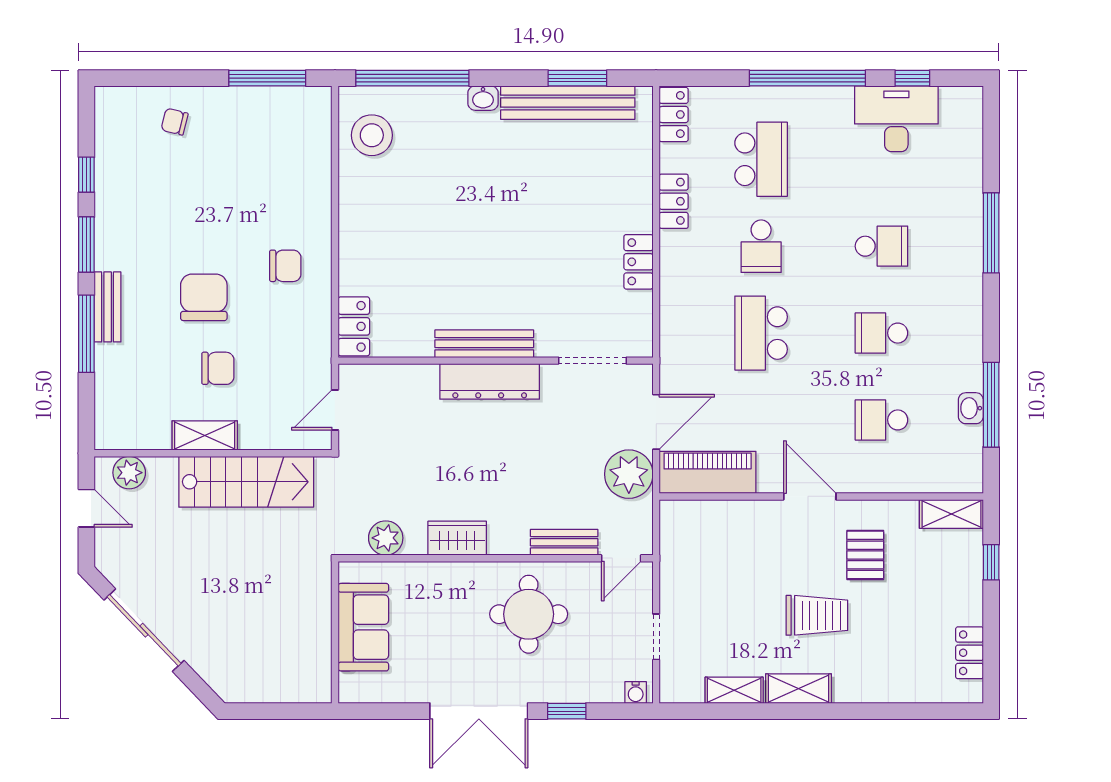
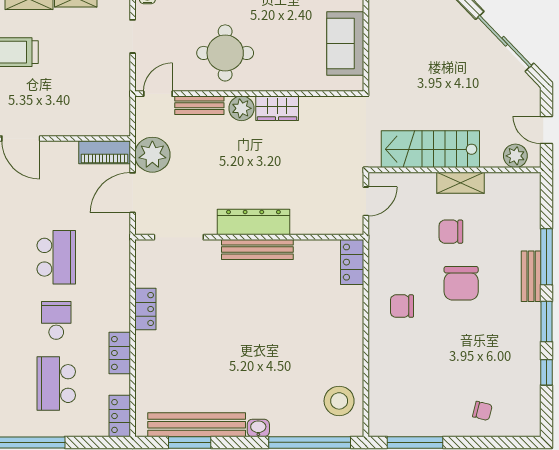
piano: (708, 472) -> (105, 152), width x0.73, depth x0.75
plant: (386, 538) -> (241, 108), moved

